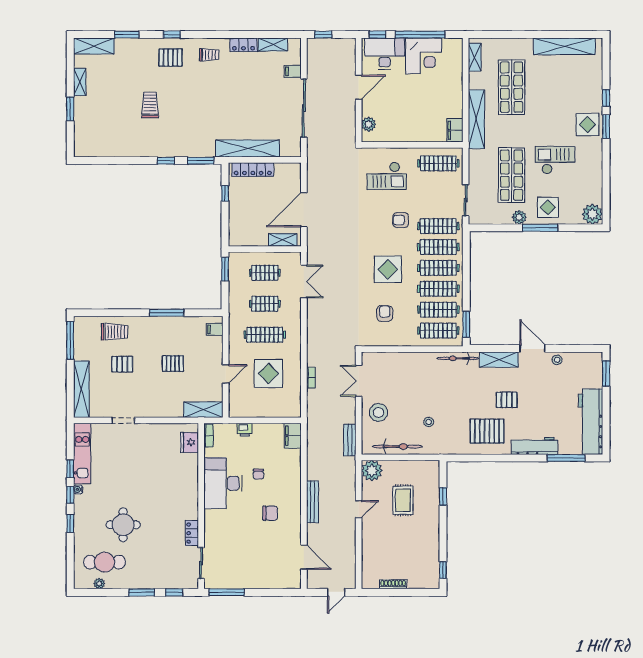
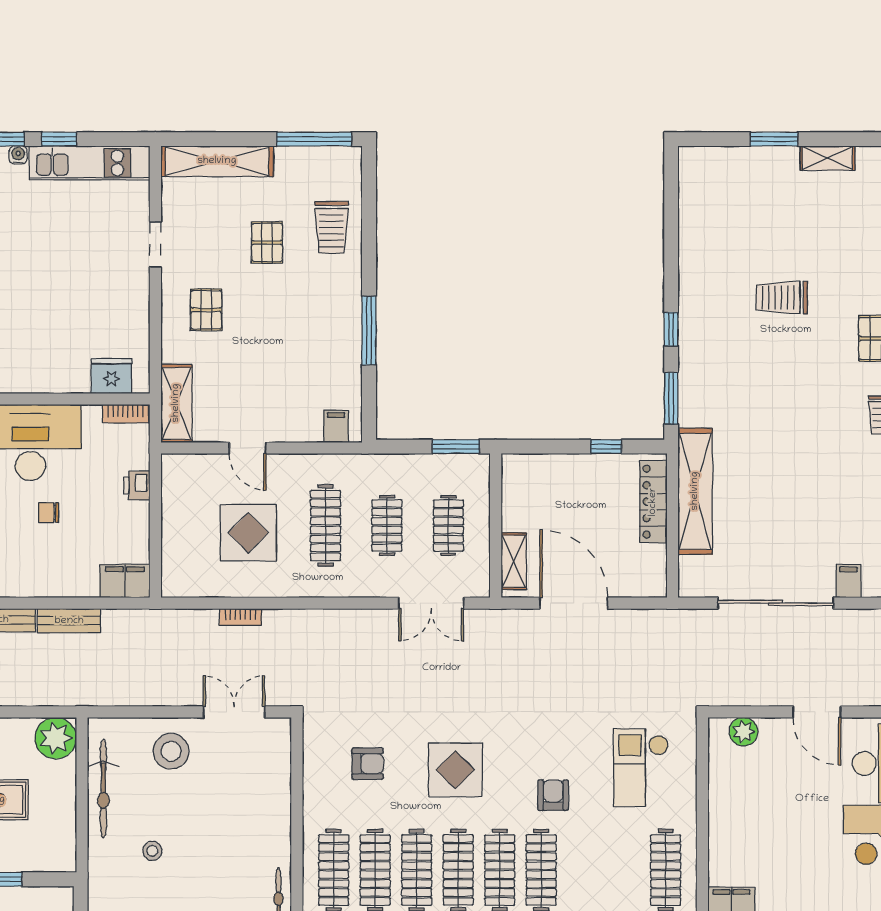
trolley: (150, 105) -> (782, 298), turned 180
pallet: (173, 364) -> (206, 310), moved
bench: (350, 440) -> (69, 621), moved

